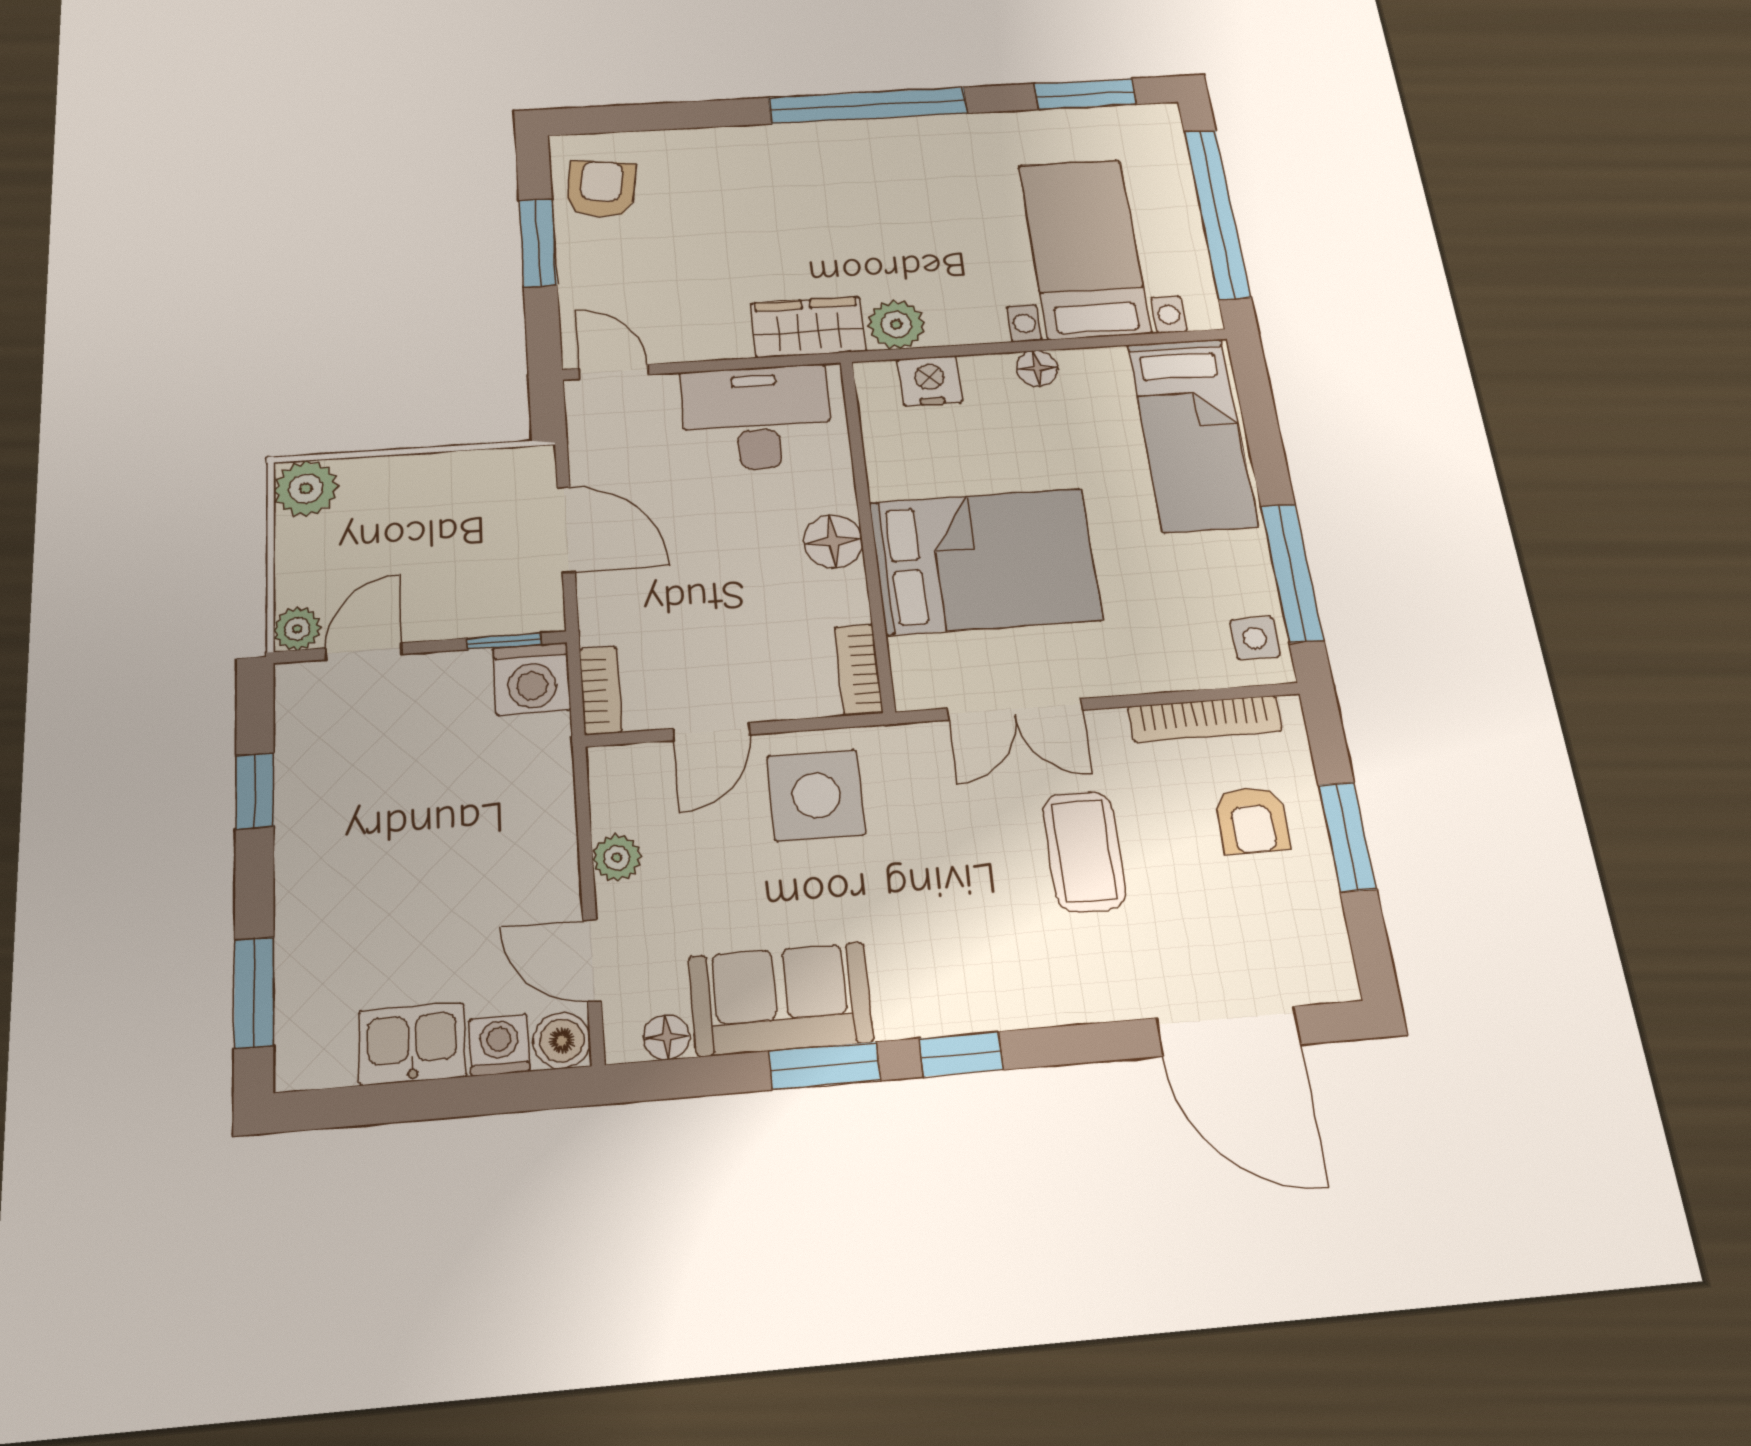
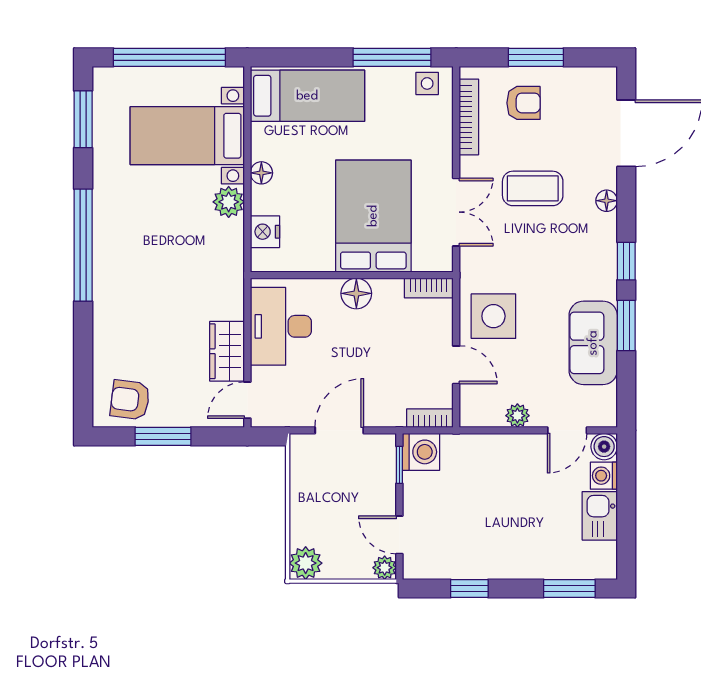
plant: (896, 324) -> (229, 202), moved
wardrobe: (808, 327) -> (227, 351), moved
floor lamp: (667, 1037) -> (607, 201), moved

